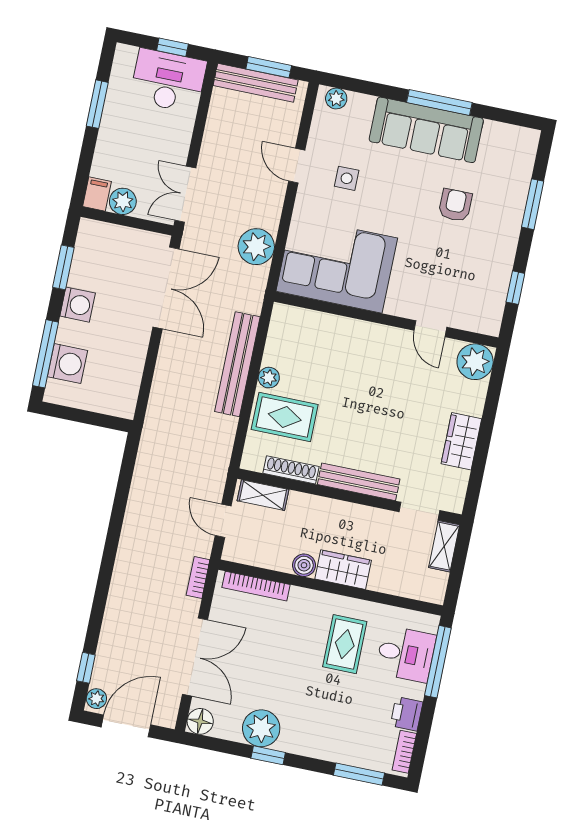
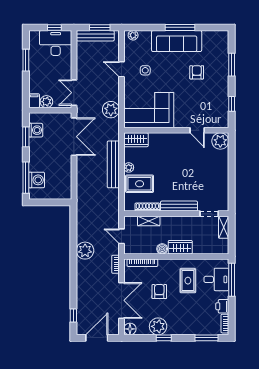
washing machine: (78, 305) -> (36, 130), moved
wardrobe: (461, 441) -> (136, 140), moved, turned -90
shelving: (263, 495) -> (149, 221), moved
armchair: (279, 655) -> (159, 292), added
plant: (96, 699) -> (85, 251), moved, width x1.87, depth x1.87

